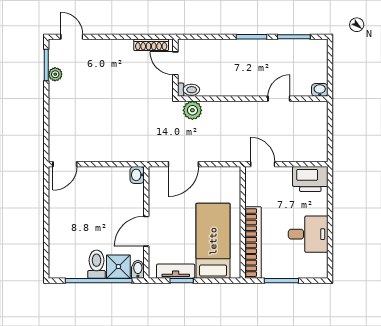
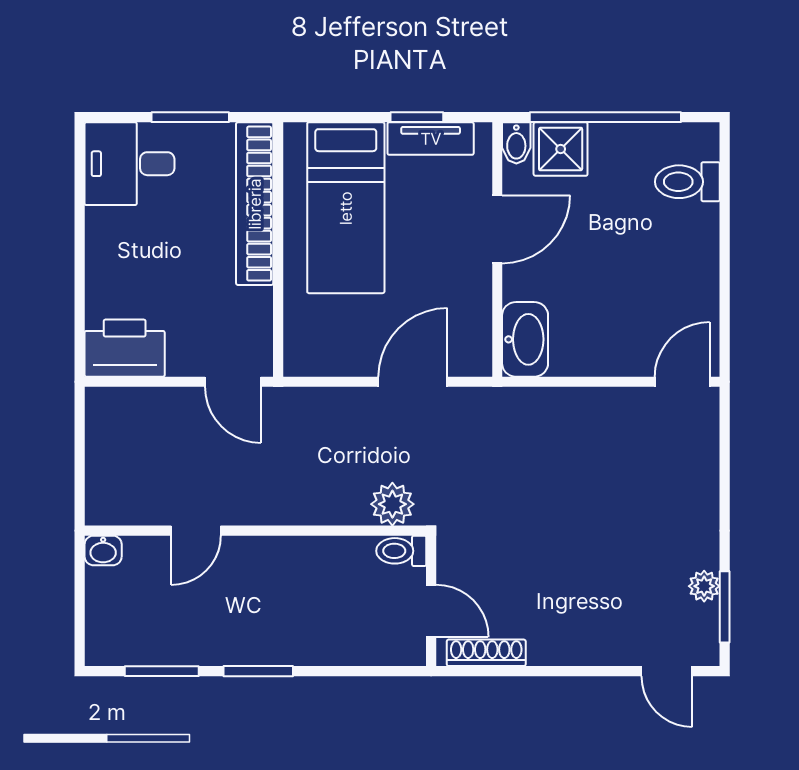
washbasin: (137, 175) -> (525, 339), width x1.91, depth x1.45
desk: (308, 234) -> (129, 164), moved
toilet: (96, 264) -> (687, 182), moved, turned 90

